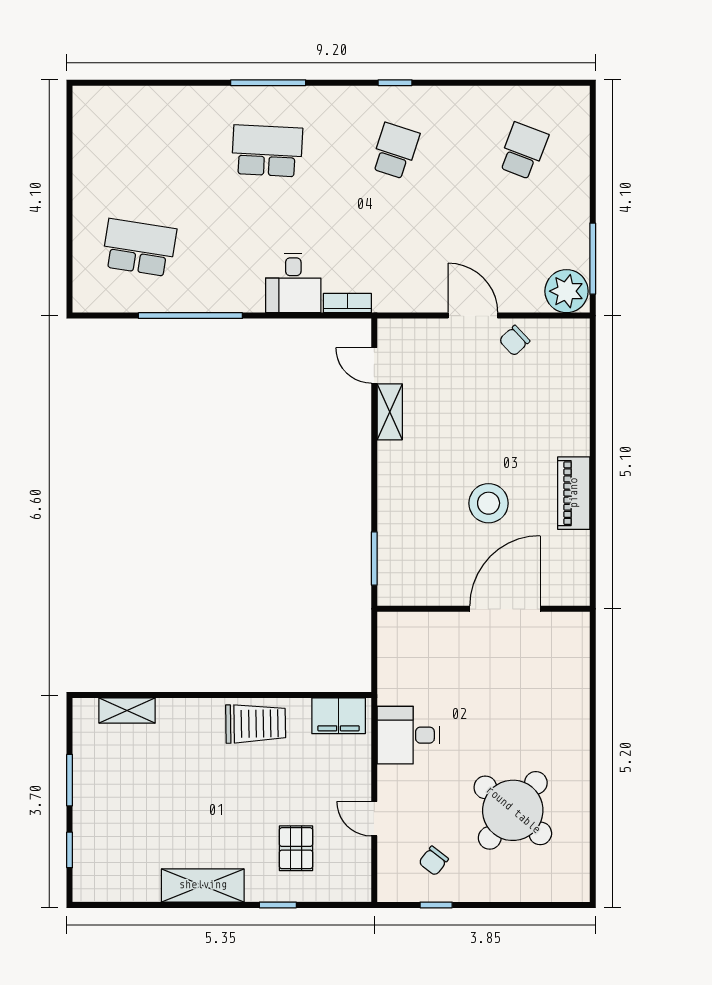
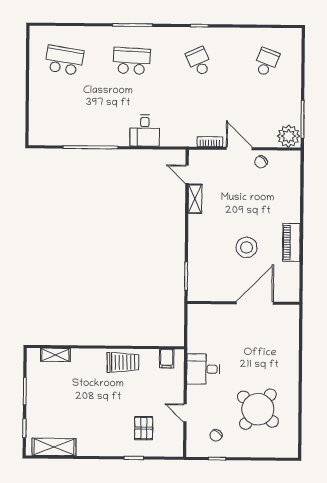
school desk: (395, 151) -> (199, 61), turned -42
school desk: (139, 248) -> (64, 60), moved
bookcase: (347, 303) -> (210, 142), moved
filing cabinet: (339, 716) -> (167, 359), width x0.50
shelving: (203, 885) -> (54, 447), moved

